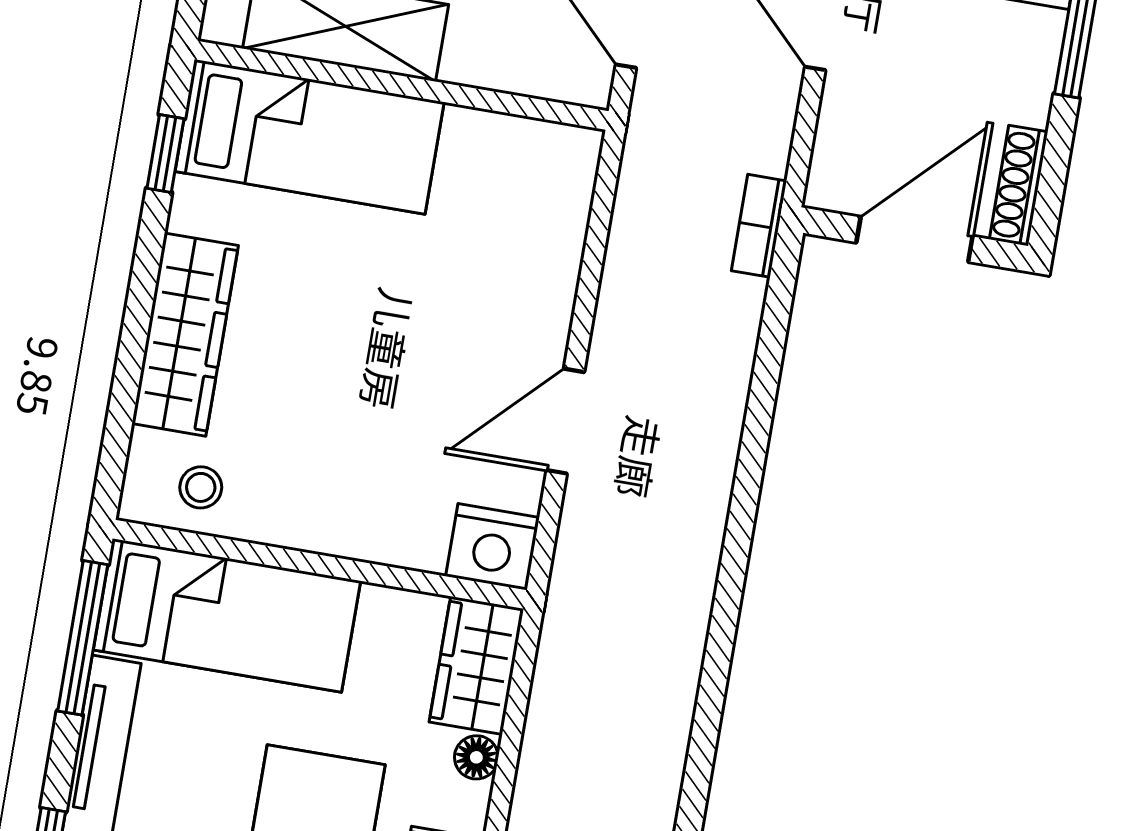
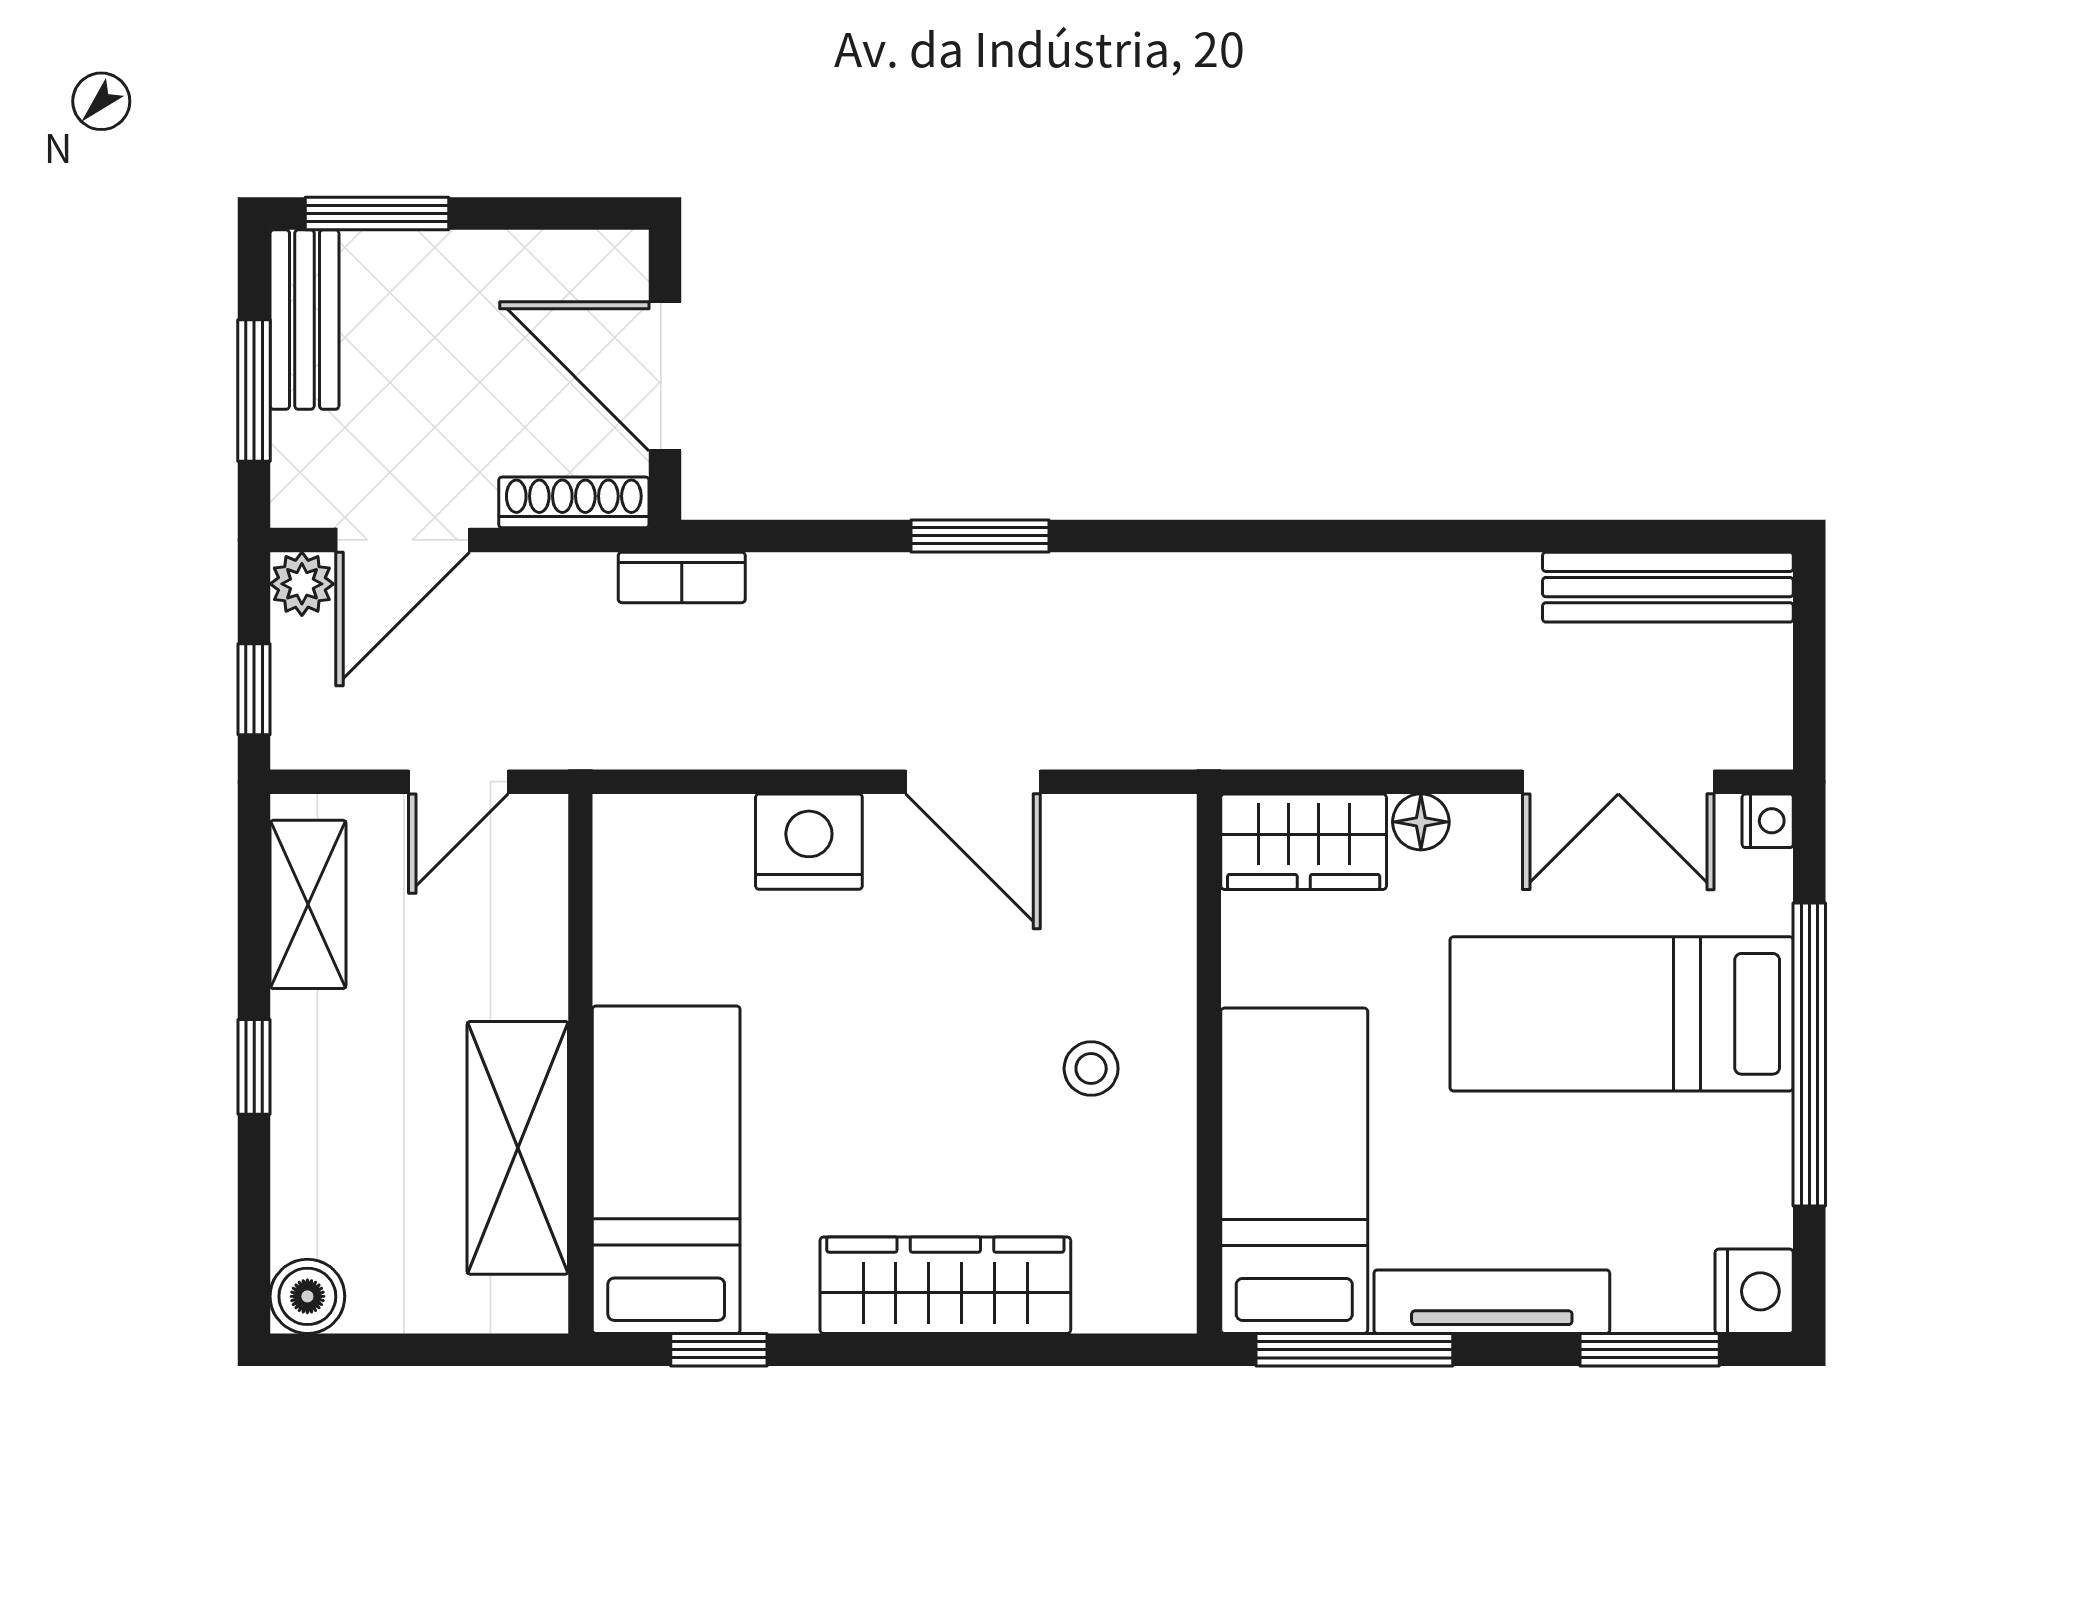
shoe rack: (1019, 186) -> (574, 502), moved, turned 180
window: (752, 459) -> (980, 536), added
stool: (201, 487) -> (1091, 1069), moved
nightstand: (493, 547) -> (809, 842), moved, turned -90

